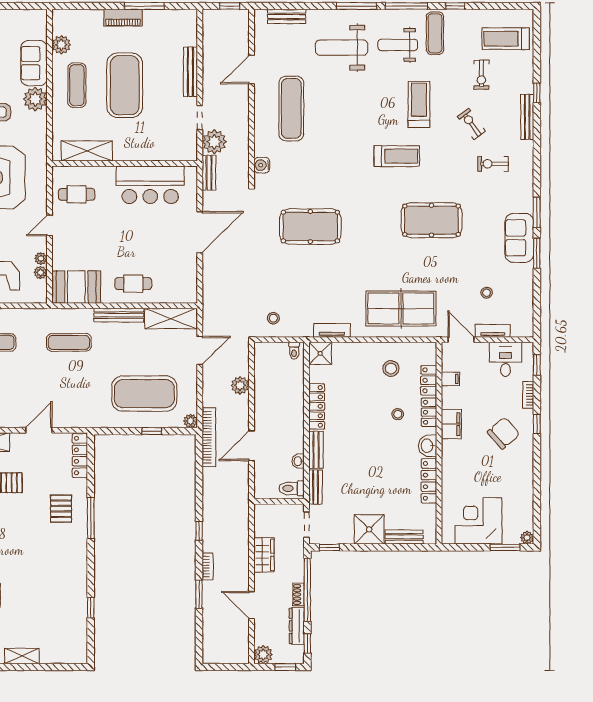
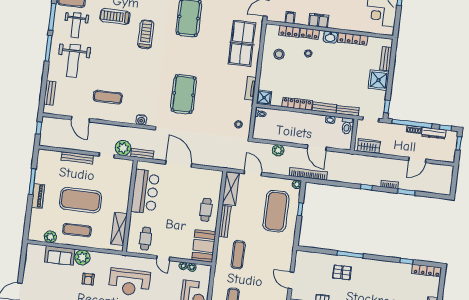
exercise mat: (291, 108) -> (108, 97), width x0.73, depth x0.69
locker: (80, 456) -> (427, 271), moved
wardrobe: (264, 555) -> (369, 146), moved
plant: (263, 655) -> (449, 156), removed

